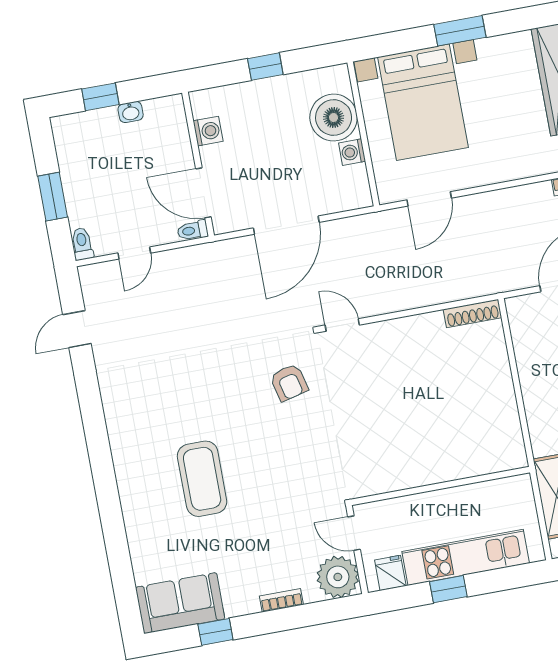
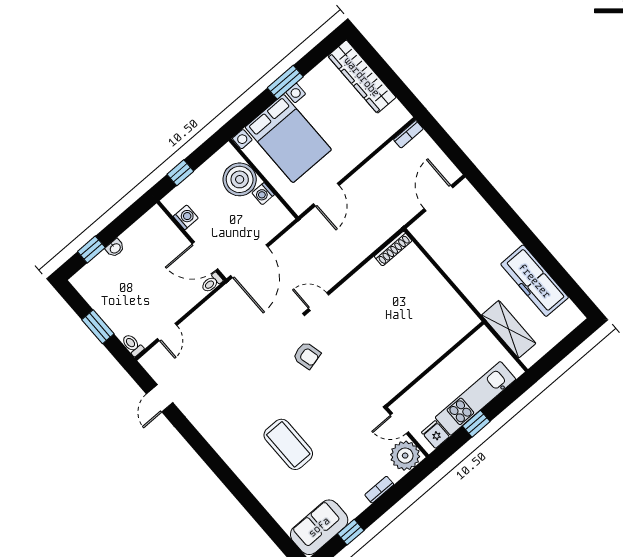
washing machine: (208, 131) -> (186, 217), moved
wall: (198, 164) -> (192, 241), moved
door: (203, 193) -> (205, 256), moved
toilet: (193, 230) -> (212, 283), moved

